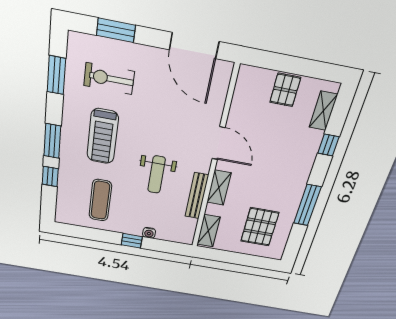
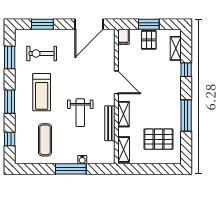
door: (194, 46) -> (89, 24), hinge flipped
window: (292, 65) -> (149, 24), added
filing cabinet: (246, 77) -> (123, 37), added
window: (50, 176) -> (10, 139), moved
pallet: (260, 227) -> (159, 139), turned 90
window: (132, 241) -> (71, 169), width x2.17

